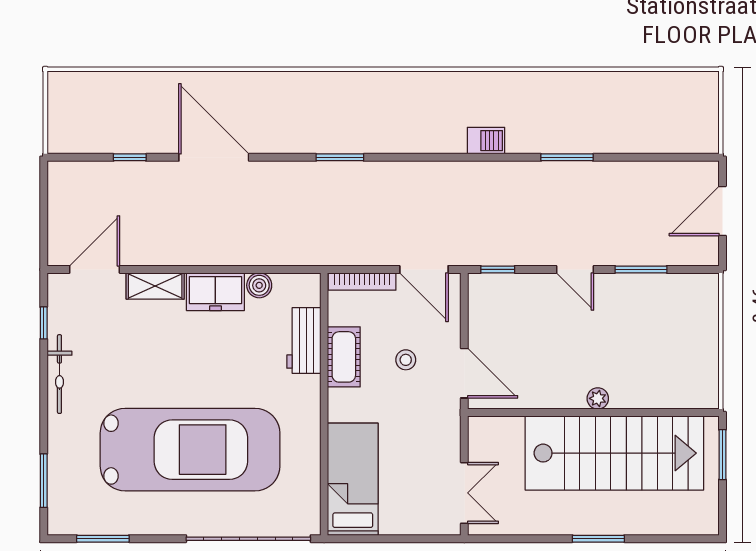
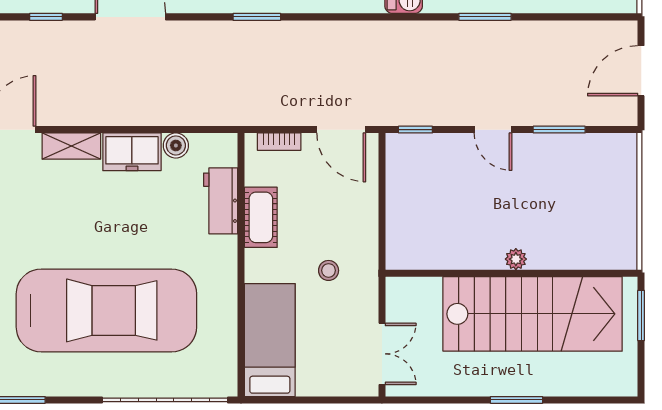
bookcase: (362, 282) -> (279, 142), width x0.64
stool: (406, 360) -> (329, 270), moved
door: (464, 373) -> (382, 234), removed

